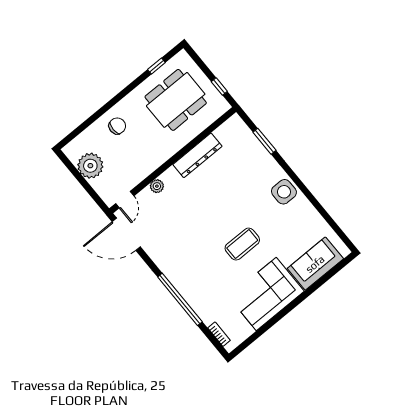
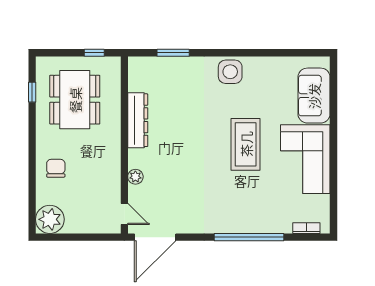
plant: (90, 166) -> (50, 219), moved
coffee table: (242, 244) -> (246, 144), width x1.36, depth x1.32

